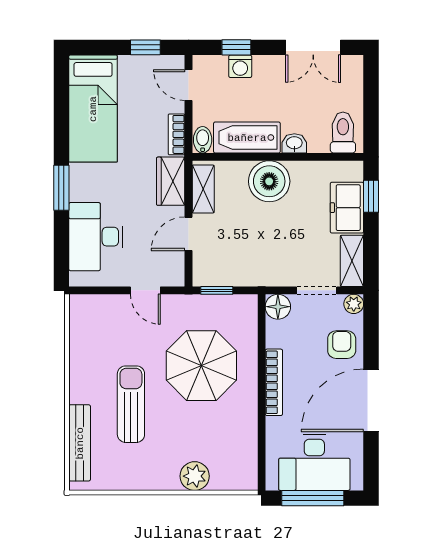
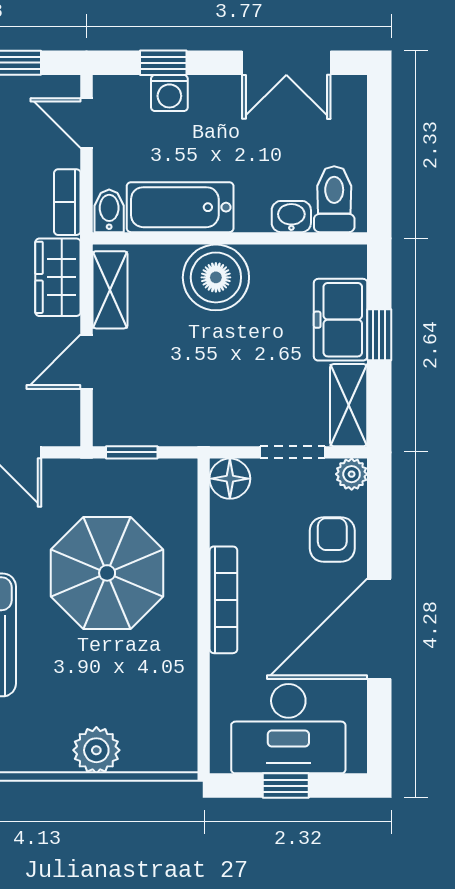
washbasin: (294, 143) -> (291, 217), moved
window: (371, 196) -> (379, 335), moved
window: (313, 498) -> (286, 786), width x0.46

